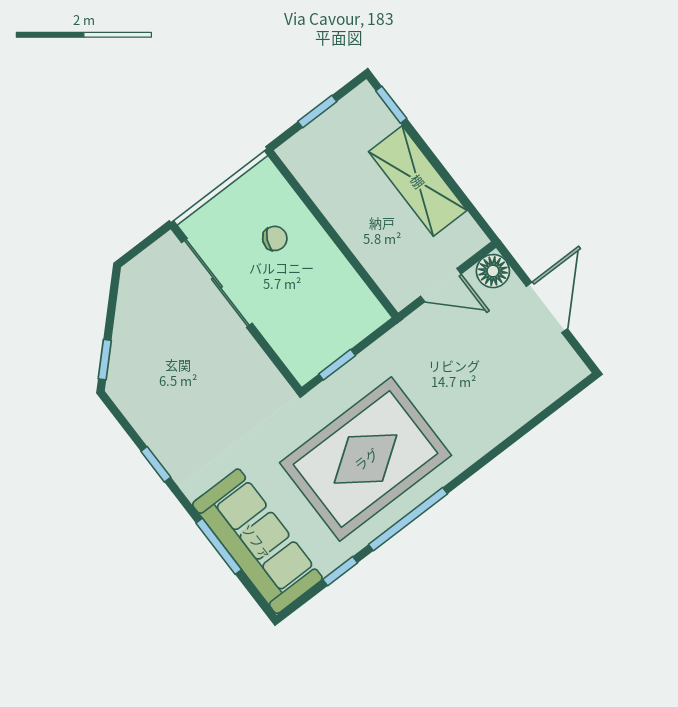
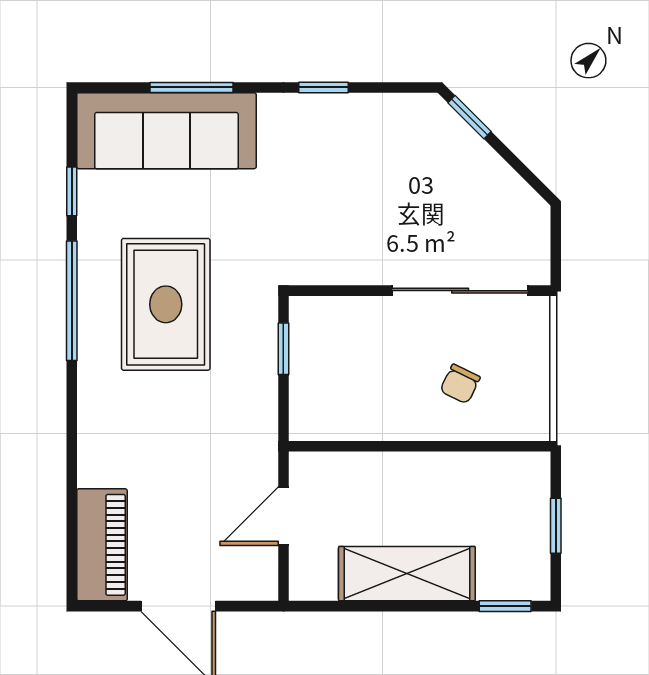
floor lamp: (493, 271) -> (257, 580), removed
piano: (545, 384) -> (102, 545), added
rug: (366, 459) -> (166, 304), width x0.73, depth x0.69

